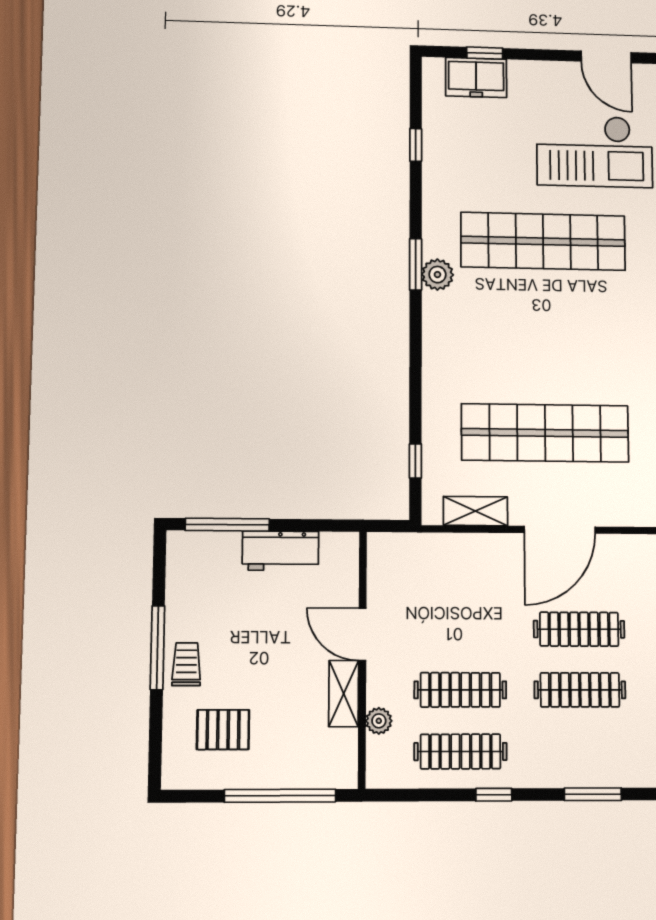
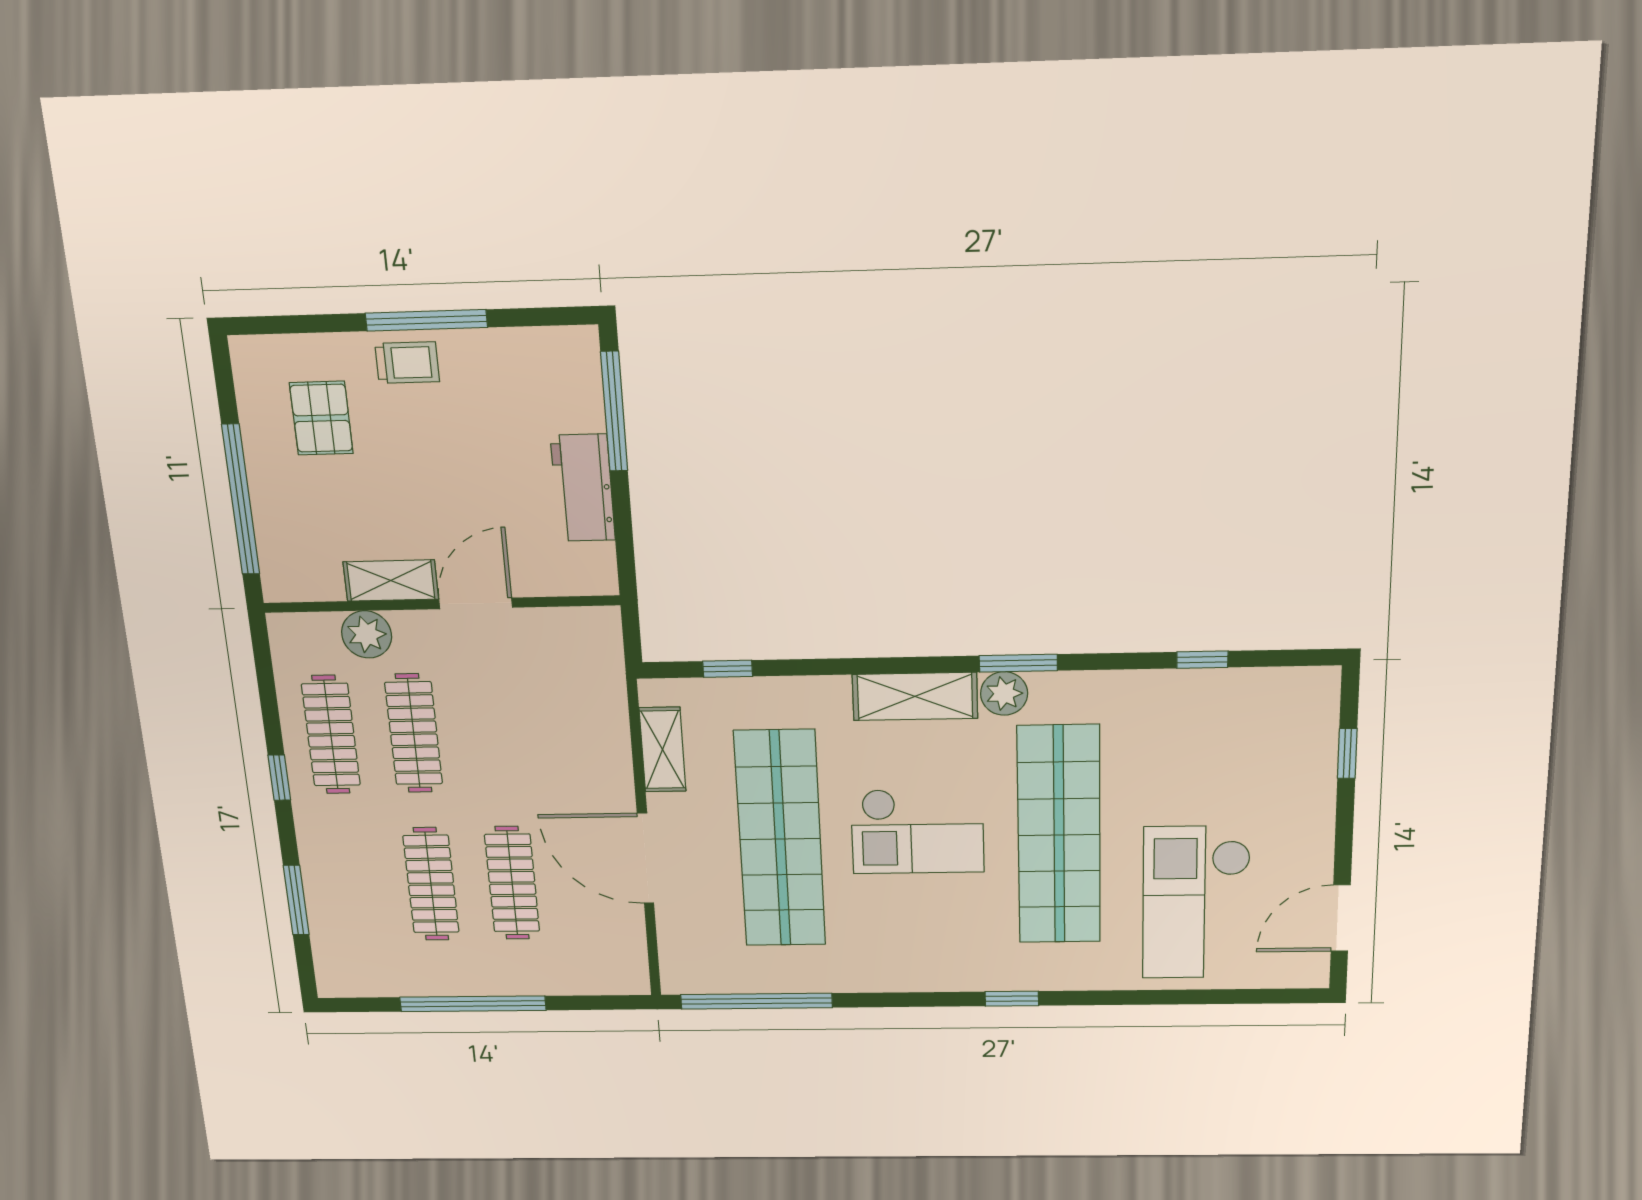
freezer: (476, 78) -> (1309, 742), removed
shelving: (439, 334) -> (915, 696), added
checkout: (540, 337) -> (917, 831), added
plant: (379, 721) -> (367, 634), width x1.38, depth x1.38

